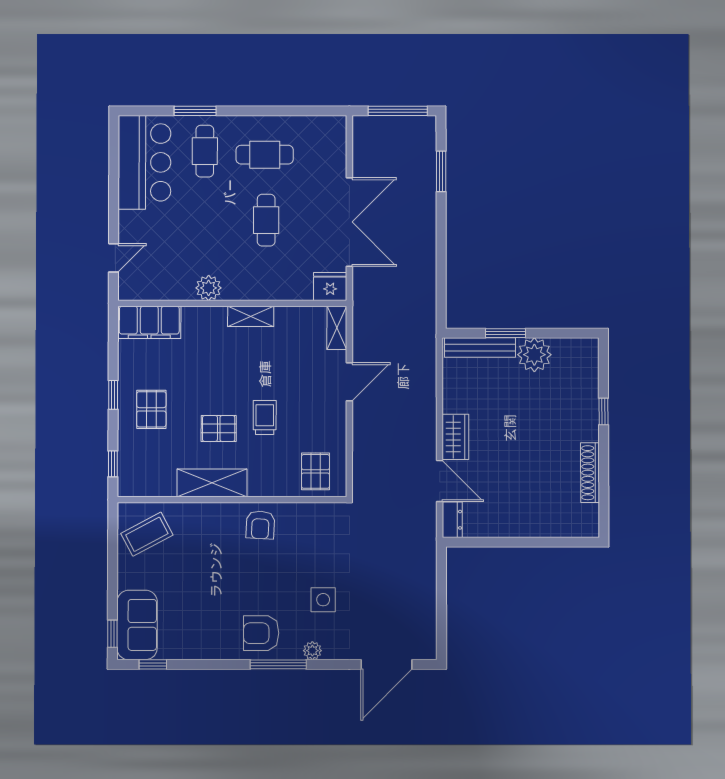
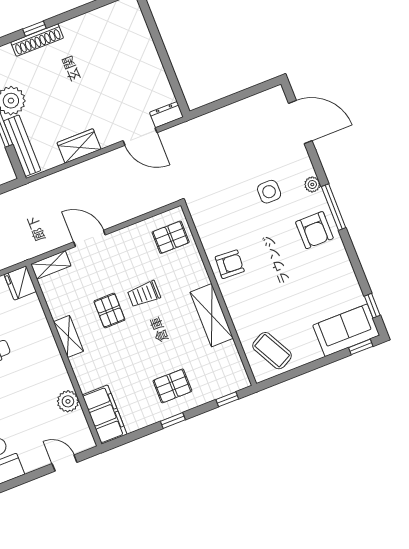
plant: (209, 288) -> (68, 401), moved
pallet: (219, 429) -> (109, 311), moved
wardrobe: (455, 437) -> (79, 146), moved
shoe rack: (590, 473) -> (37, 40), moved
door: (440, 481) -> (140, 137), swing flipped

